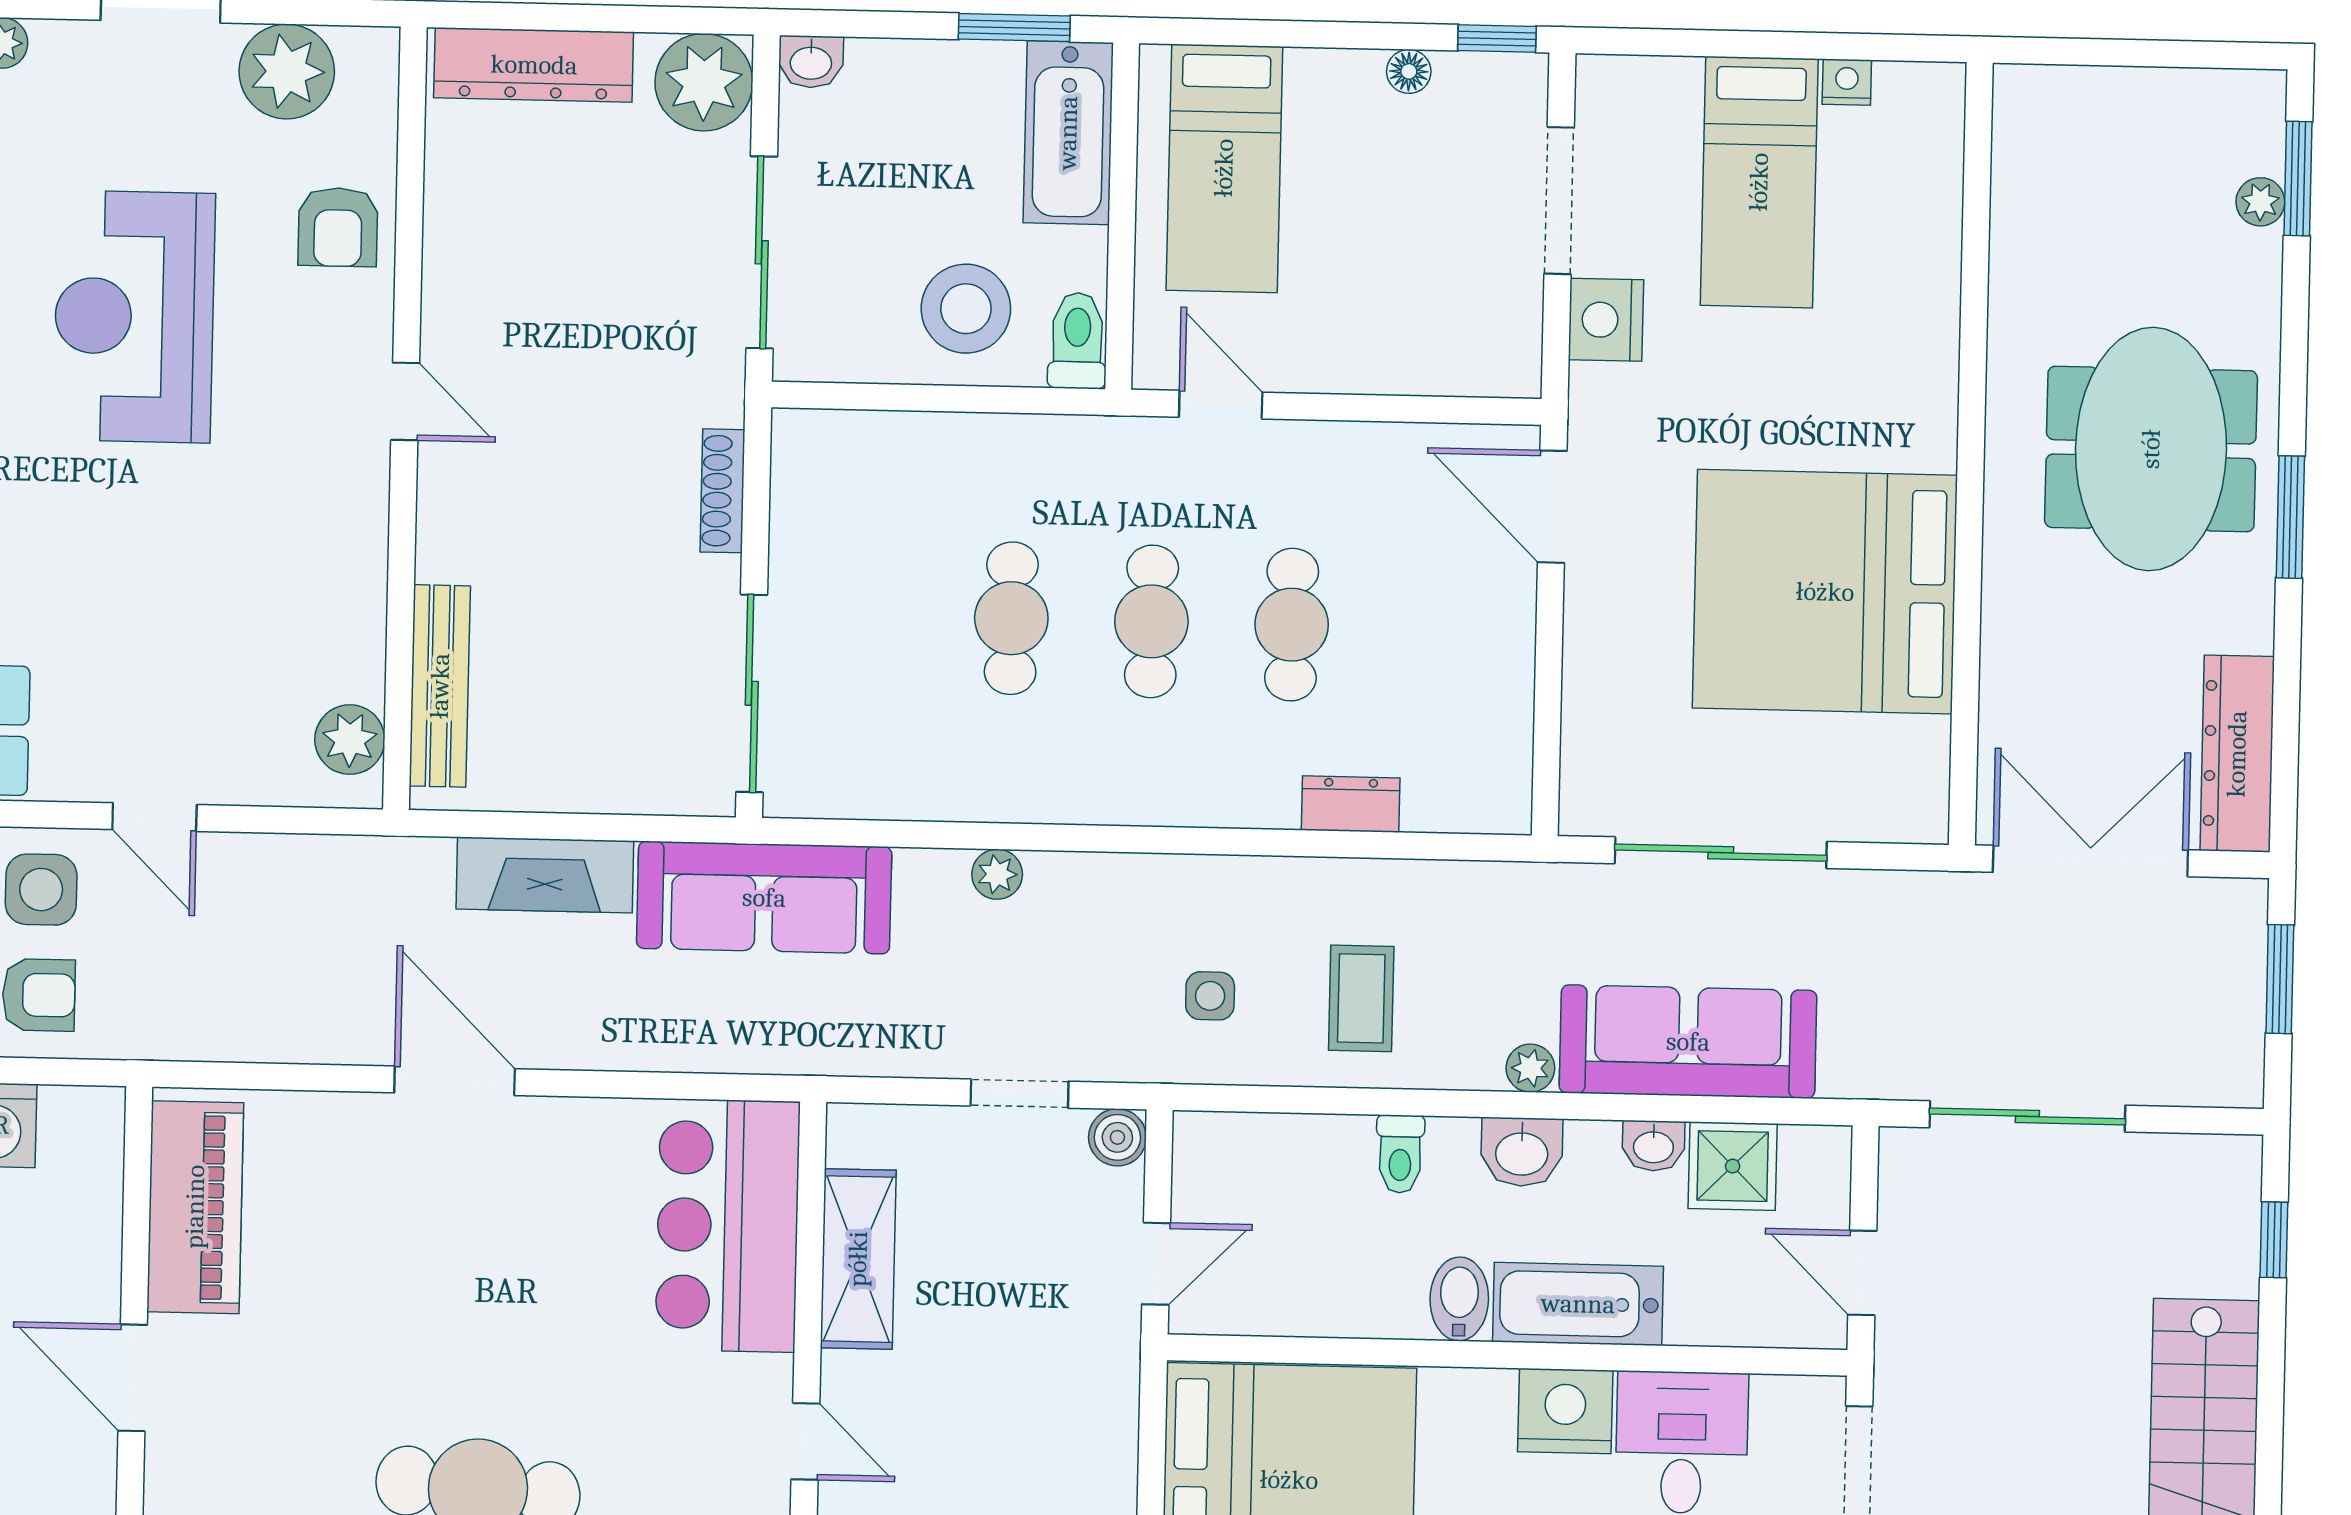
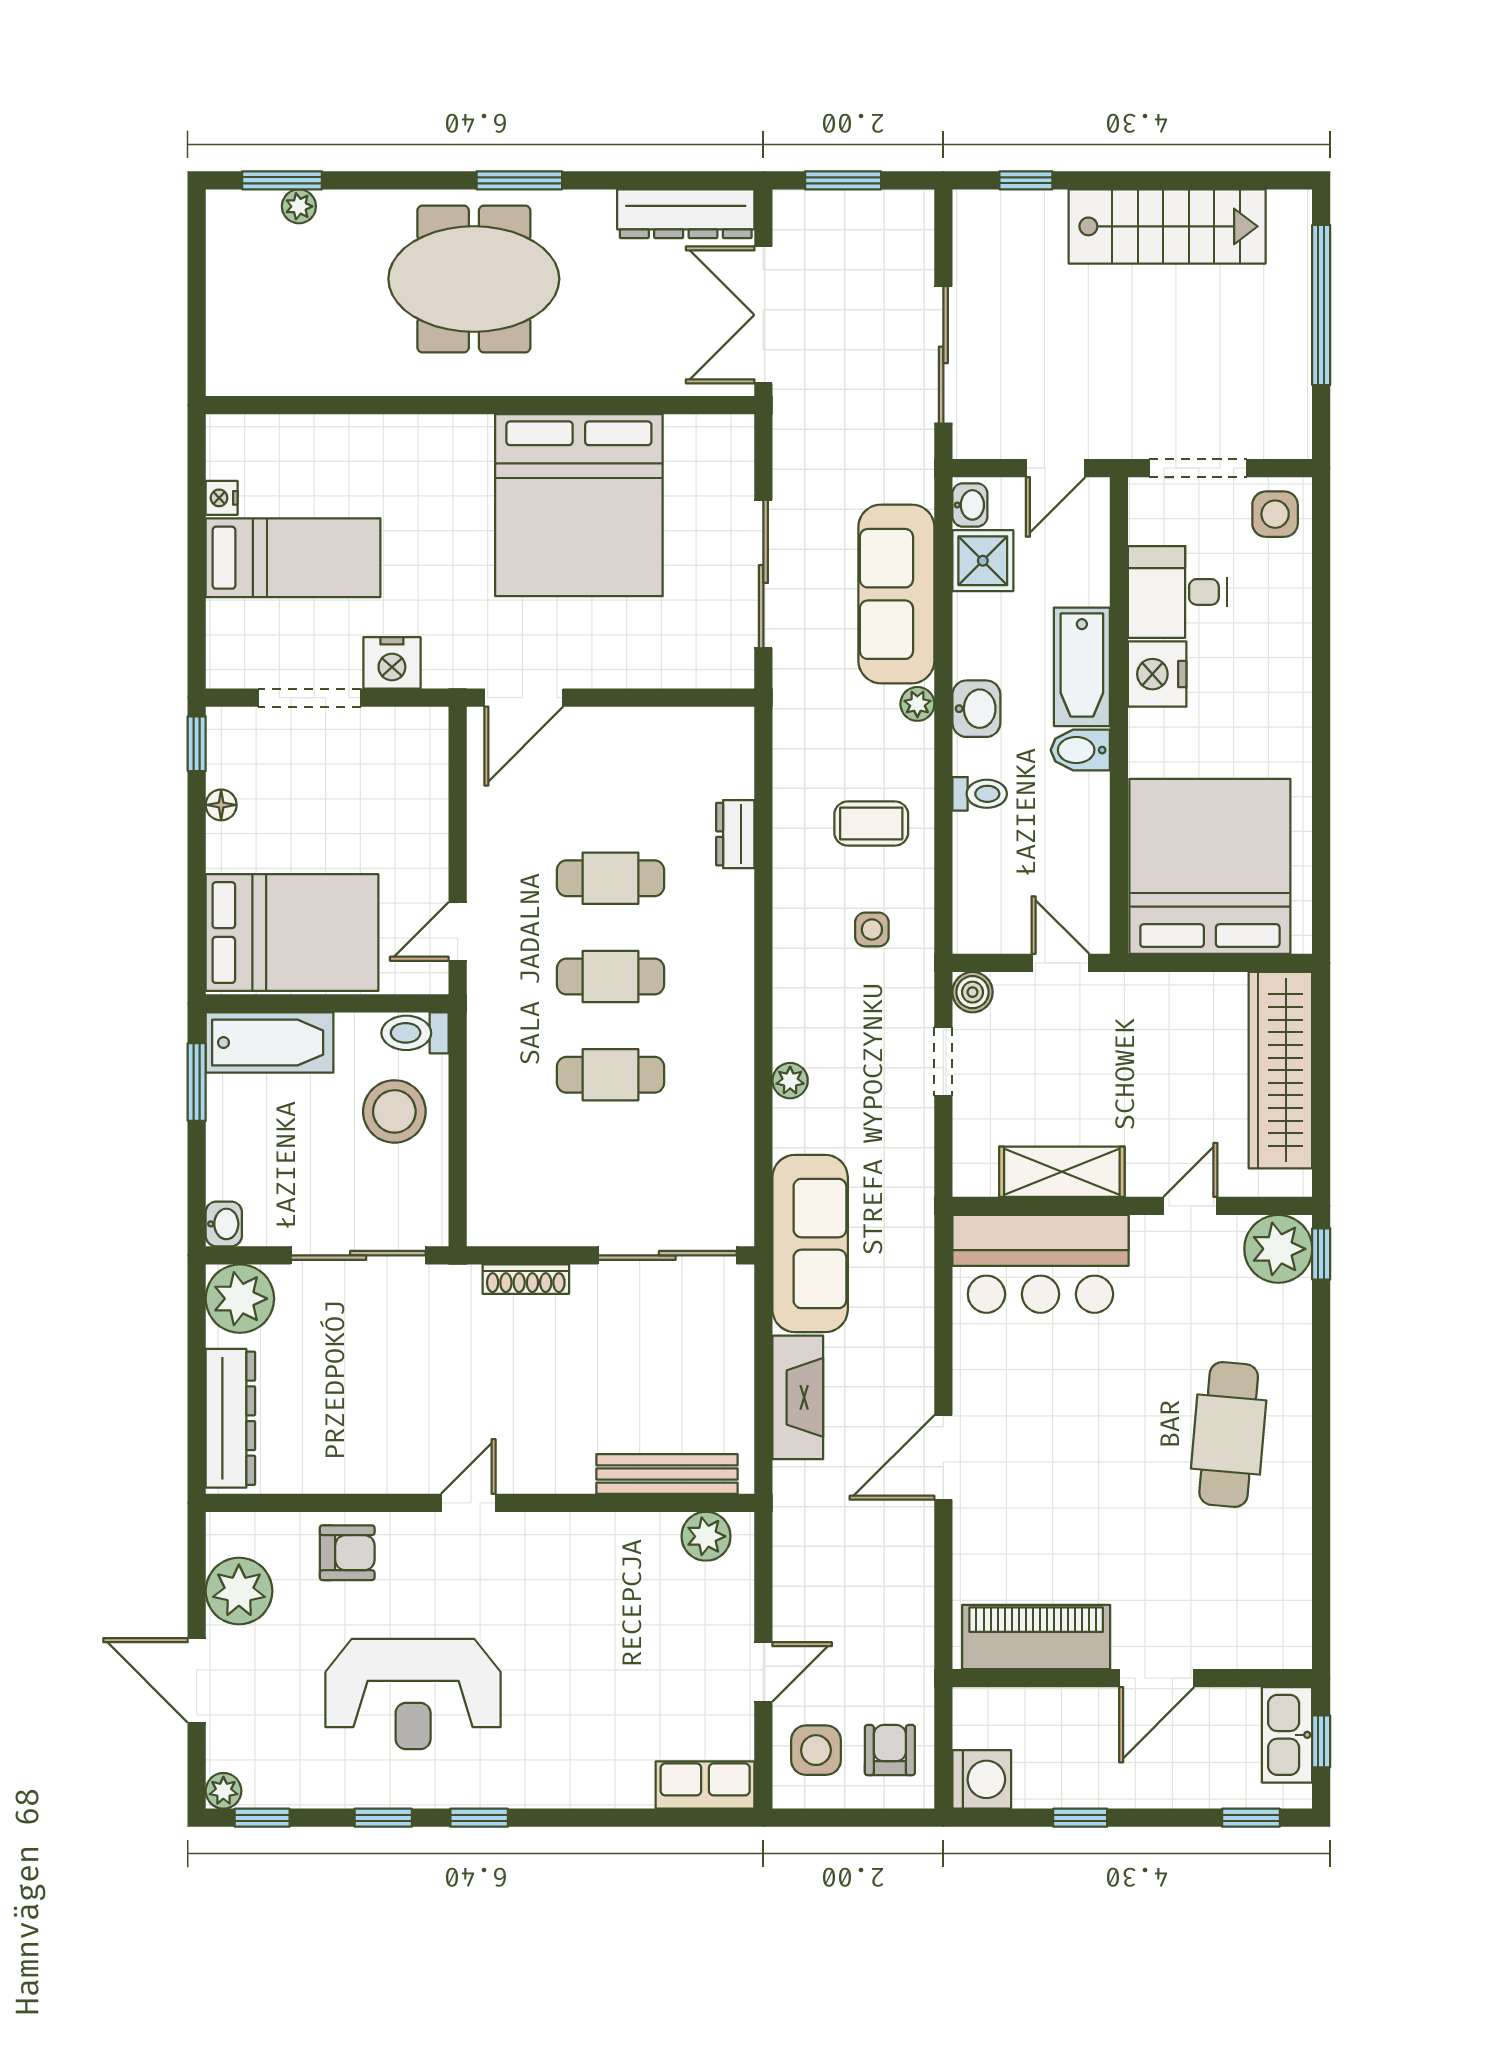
bed: (1224, 168) -> (292, 933), width x1.50
washbasin: (1653, 1146) -> (970, 505), moved

